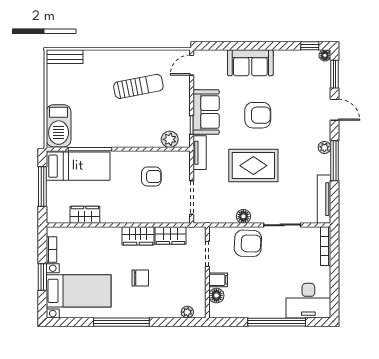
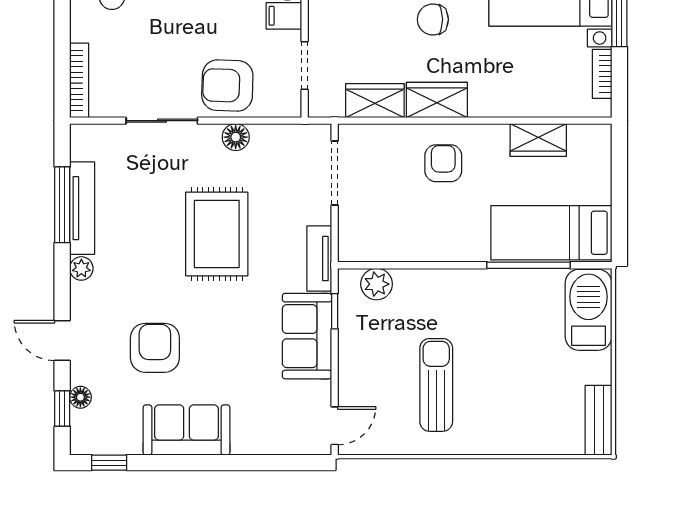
floor lamp: (325, 55) -> (80, 397), moved
bench: (65, 57) -> (599, 420), moved, turned 90
sofa: (250, 63) -> (187, 430), moved
window: (335, 74) -> (62, 408), width x0.67
sun lounger: (138, 86) -> (436, 385), turned 101
armchair: (258, 115) -> (155, 348), moved, turned 90
window: (335, 161) -> (62, 205), moved
rug: (253, 166) -> (217, 234), turned 90
armchair: (151, 176) -> (443, 163), moved, turned 90
window: (42, 186) -> (619, 194), removed
tv unit: (324, 199) -> (82, 208), moved

